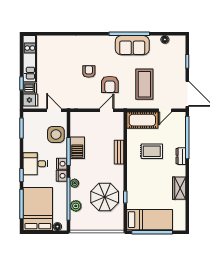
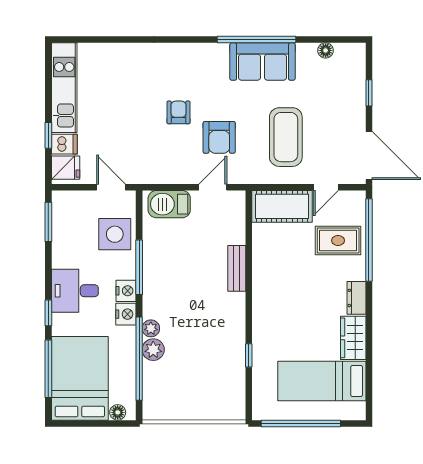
barbecue: (77, 148) -> (169, 204), moved, turned 90
rug: (152, 151) -> (338, 241), moved
dresser: (181, 156) -> (357, 298), moved
parasol: (105, 197) -> (209, 355), removed
plant: (76, 206) -> (153, 350), moved
bed: (150, 220) -> (322, 381), moved, turned 180

